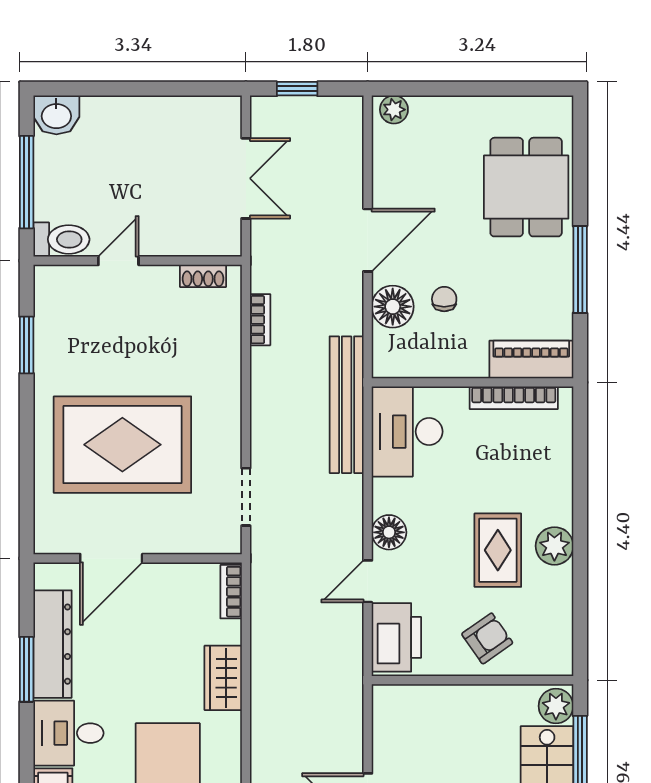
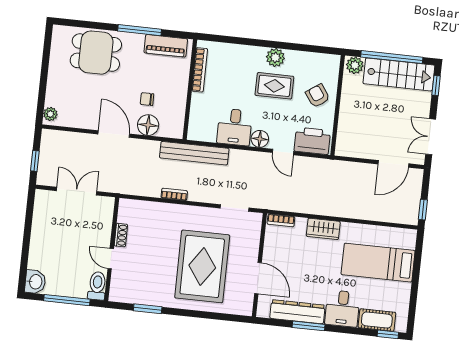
shoe rack: (203, 276) -> (121, 235), moved
bookcase: (260, 320) -> (174, 194), moved
piano: (531, 360) -> (166, 46), moved, turned -90
desk: (407, 432) -> (235, 127), moved, width x0.73

